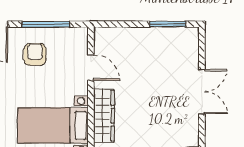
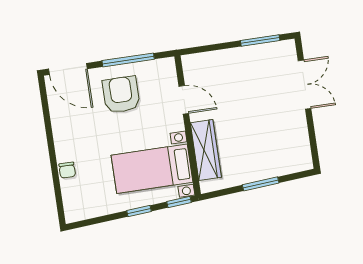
armchair: (35, 54) -> (121, 95), width x1.38, depth x1.38
double door: (202, 92) -> (304, 85), moved

